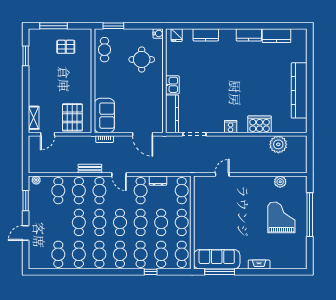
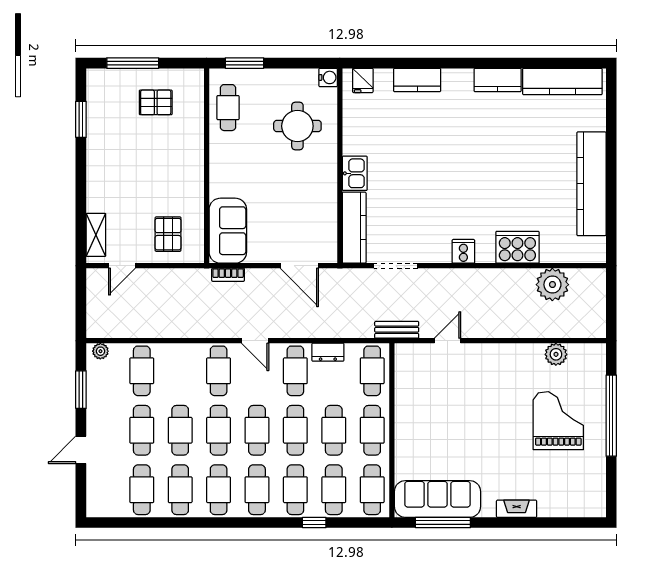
kitchen counter: (277, 36) -> (562, 81), width x1.50
pallet: (72, 117) -> (168, 234), width x0.67, depth x0.71
bench: (90, 169) -> (397, 330), moved
cafe table: (79, 191) -> (142, 430), moved

